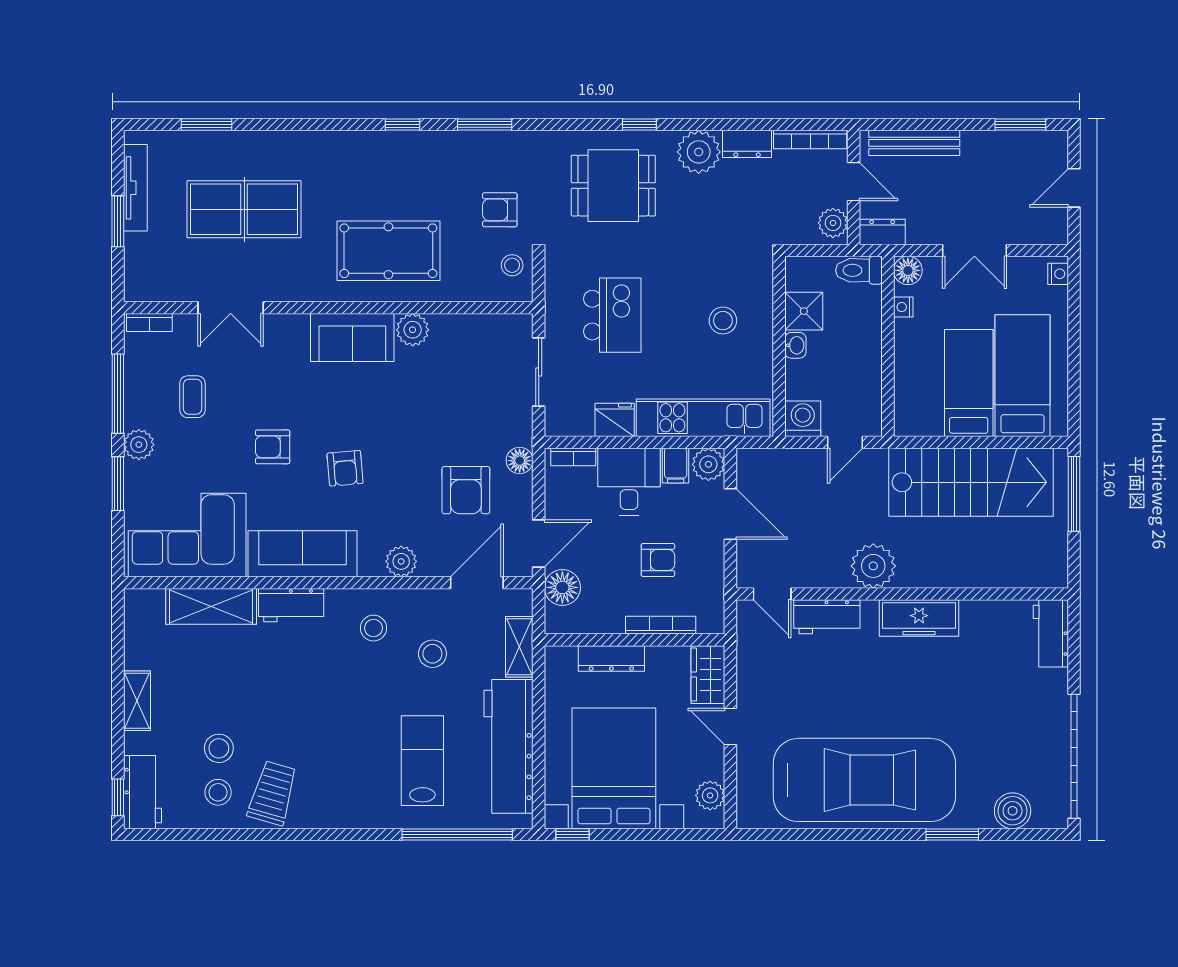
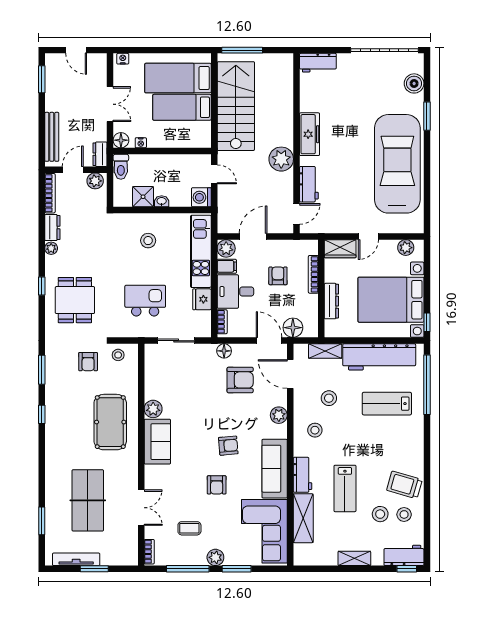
plant: (699, 152) -> (51, 248), width x0.53, depth x0.53
lab bench: (266, 683) -> (345, 488), added

